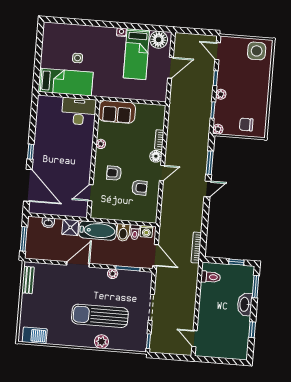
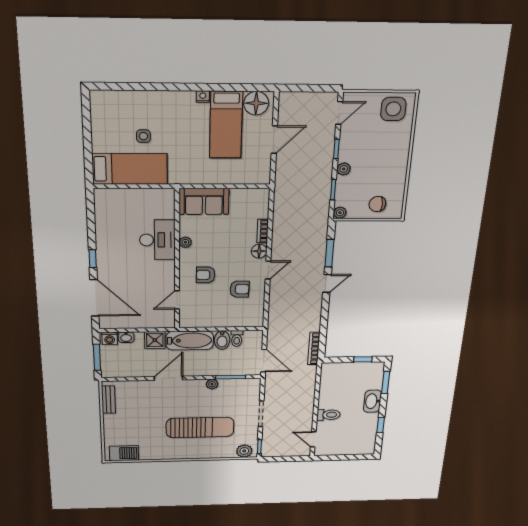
door: (218, 51) -> (339, 113), swing flipped
desk: (79, 111) -> (157, 240), moved, turned 90
washing machine: (146, 231) -> (110, 338), moved
toilet: (211, 277) -> (328, 415), moved
sun lounger: (100, 316) -> (200, 427), turned 180
plant: (101, 342) -> (244, 451), moved

